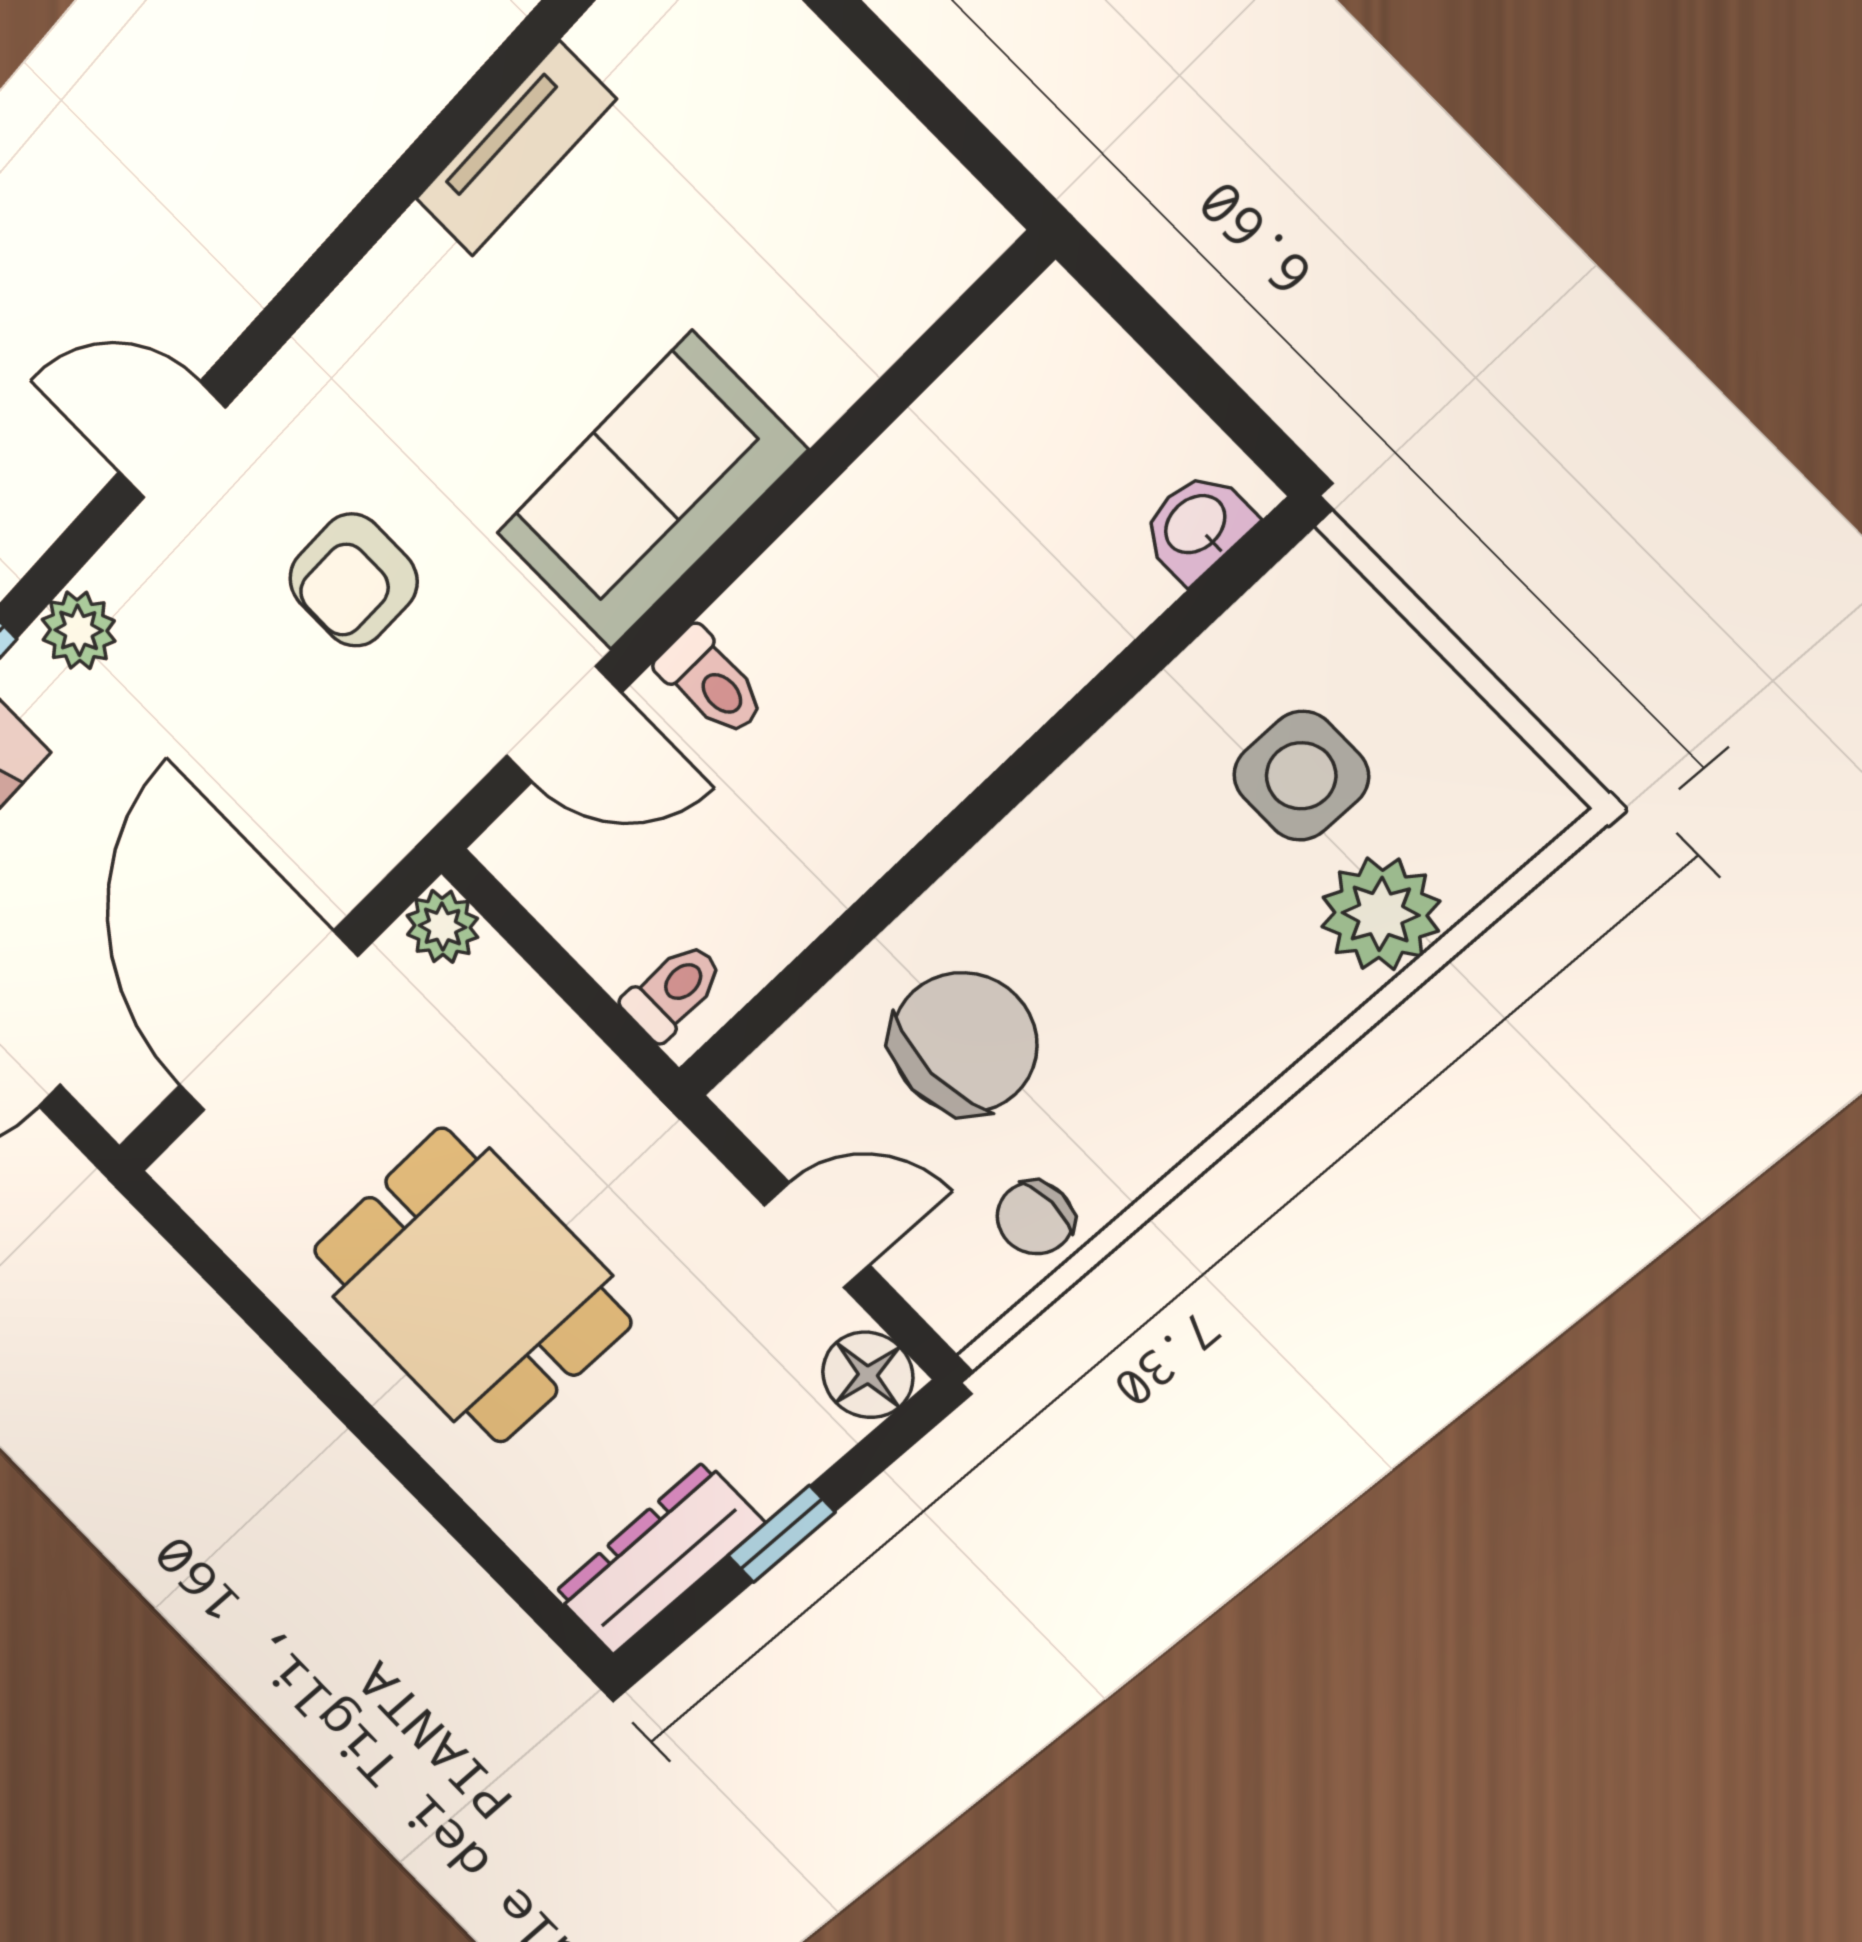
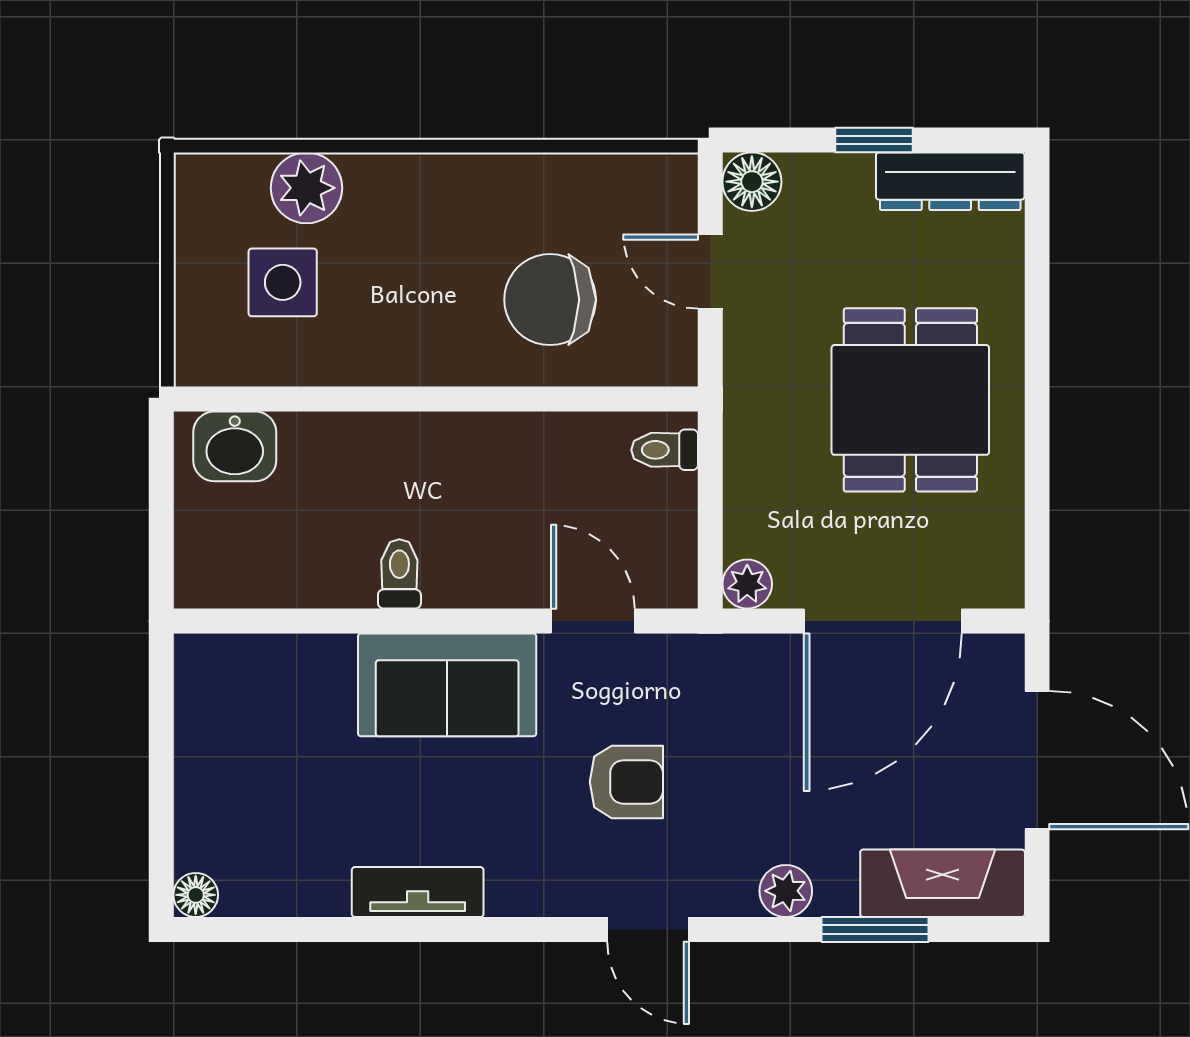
tv unit: (515, 149) -> (418, 892), moved
washbasin: (1197, 526) -> (235, 446), width x1.38, depth x1.45
toilet: (711, 682) -> (399, 574), moved
chair: (1035, 1218) -> (597, 187), removed

